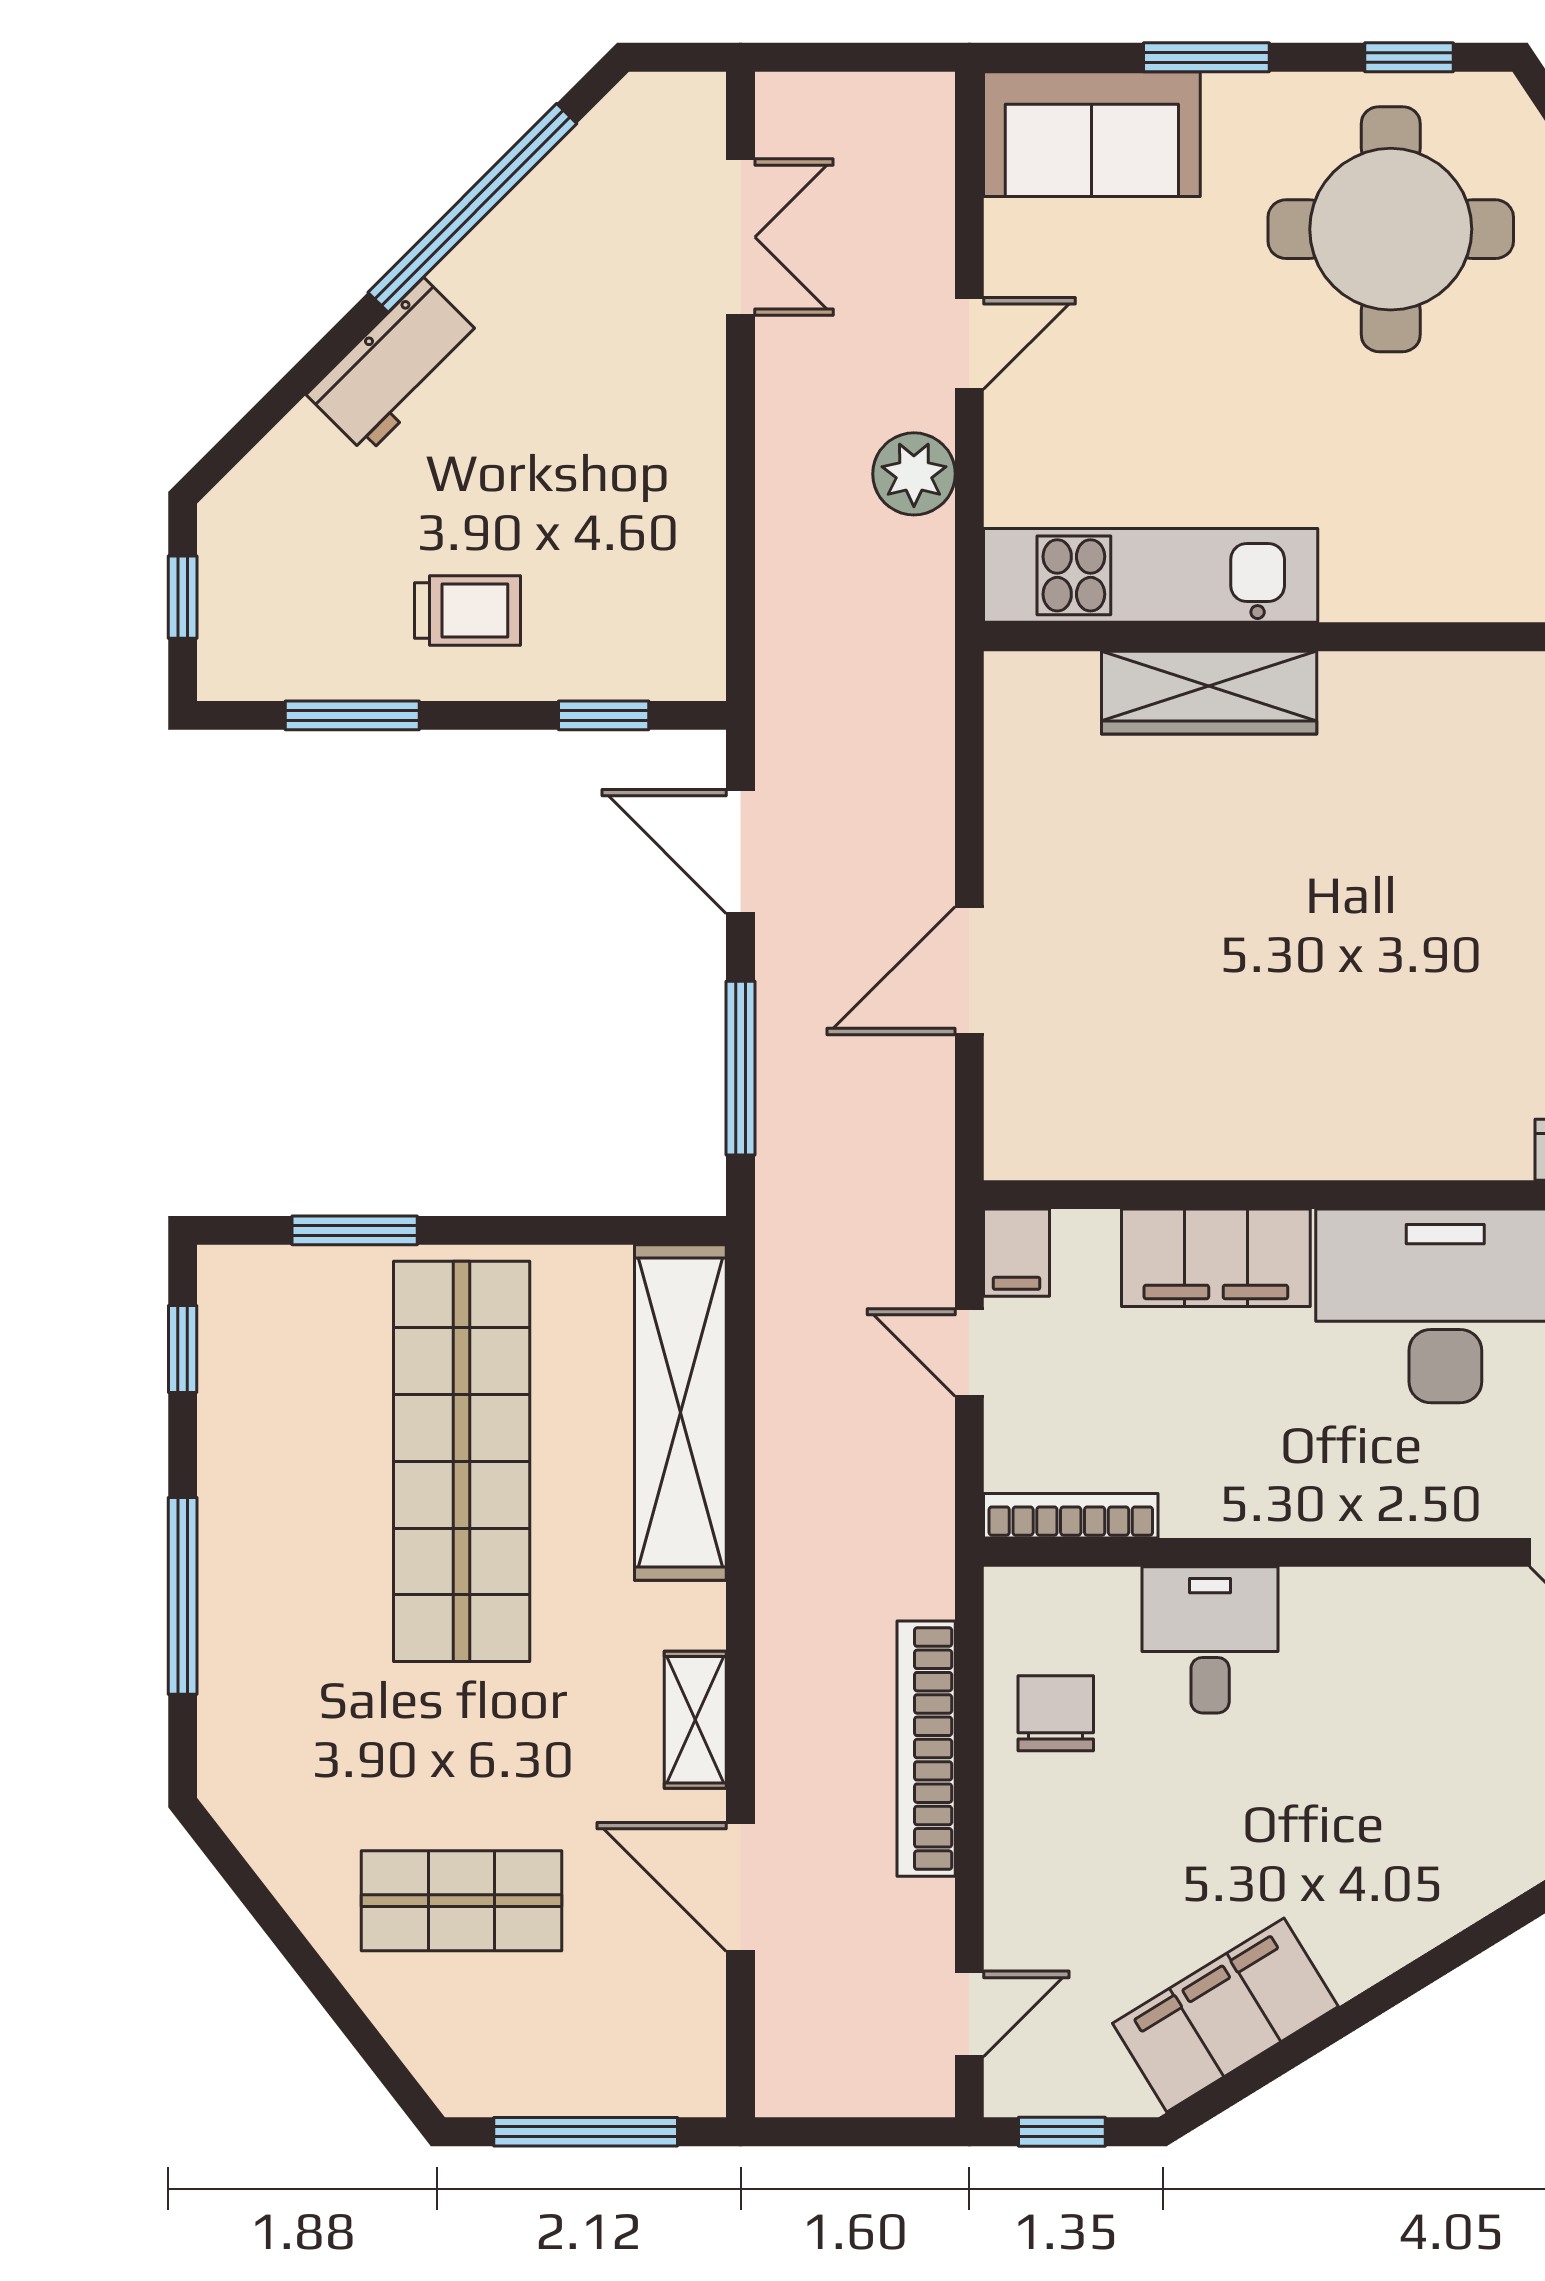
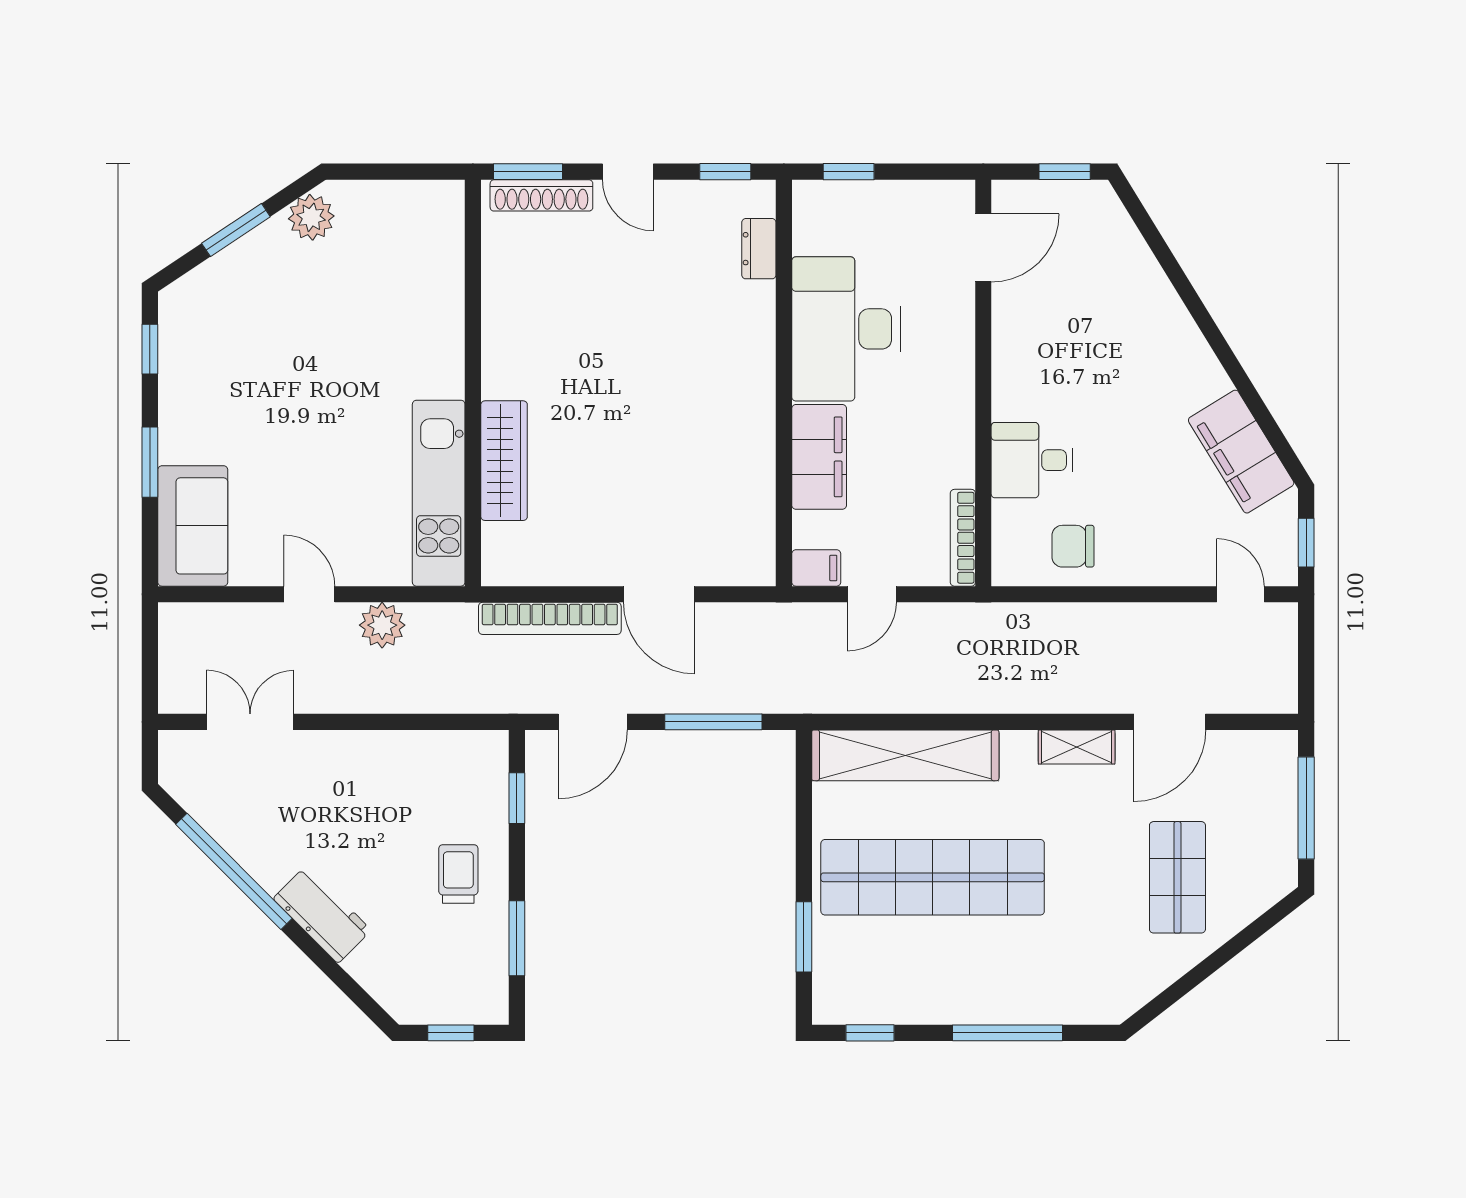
round table: (1391, 229) -> (246, 359), removed
bookcase: (926, 1749) -> (550, 618), moved

